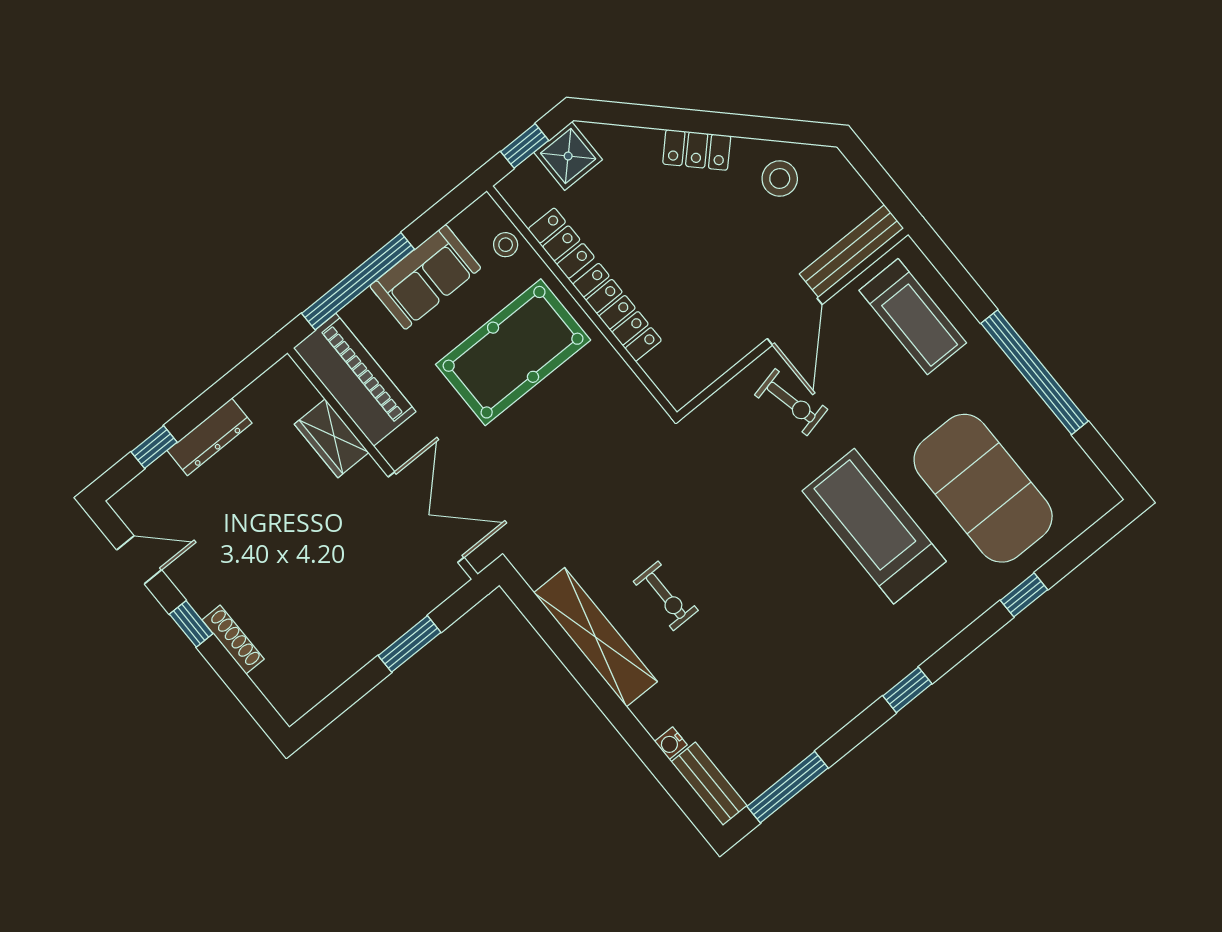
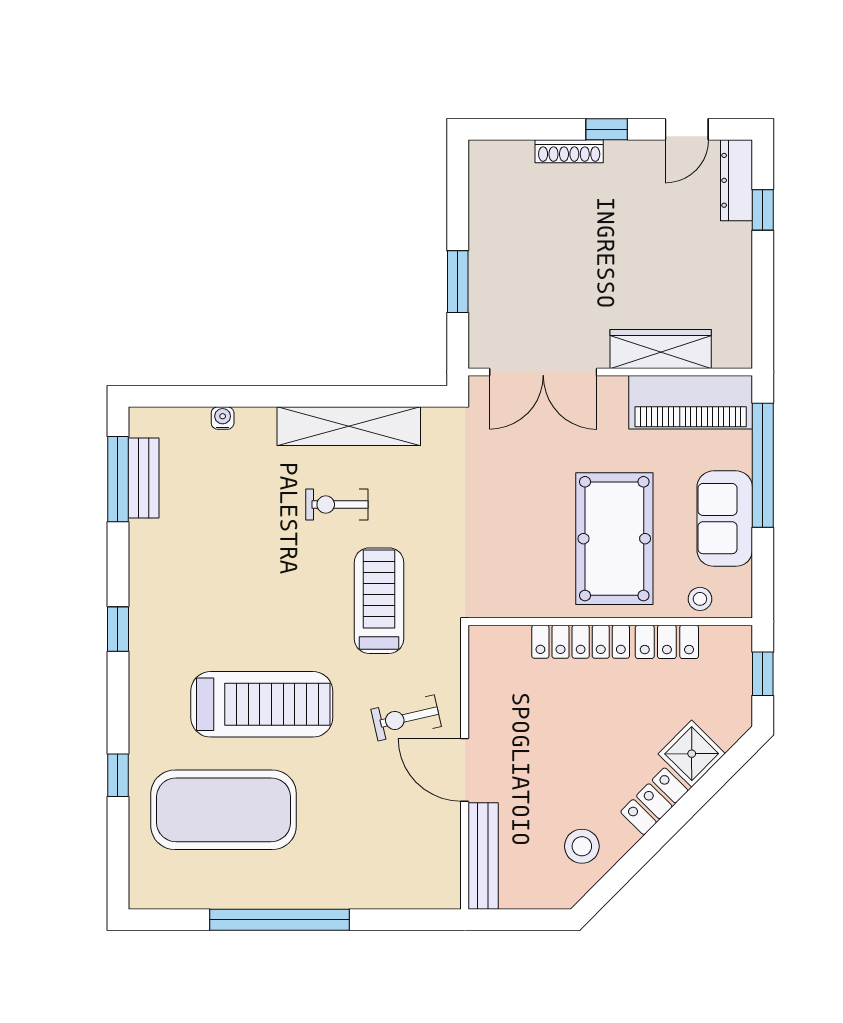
shower: (568, 156) -> (692, 754), moved, turned 45
treadmill: (913, 317) -> (379, 601), moved, turned 90
dresser: (210, 437) -> (736, 180), moved
wardrobe: (332, 438) -> (661, 349), width x1.50
bench: (709, 784) -> (144, 478), moved, turned 90

